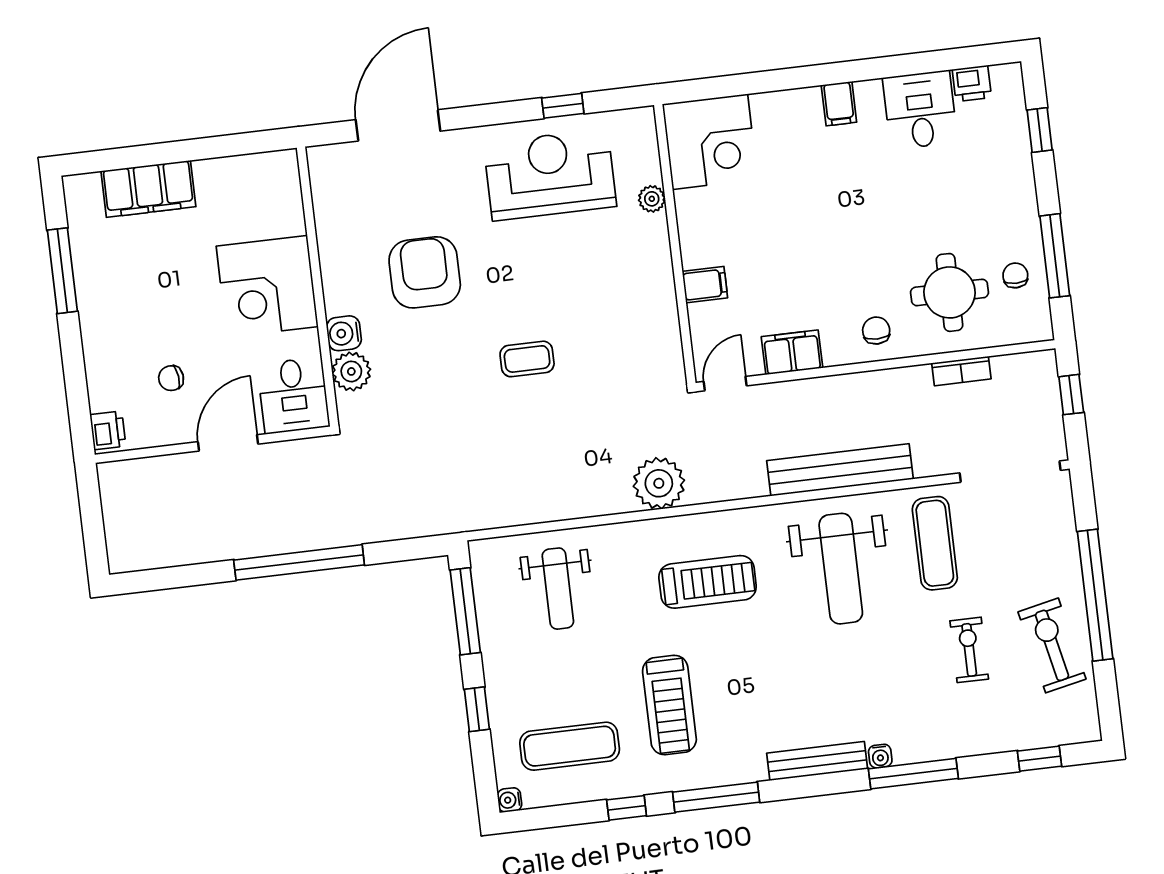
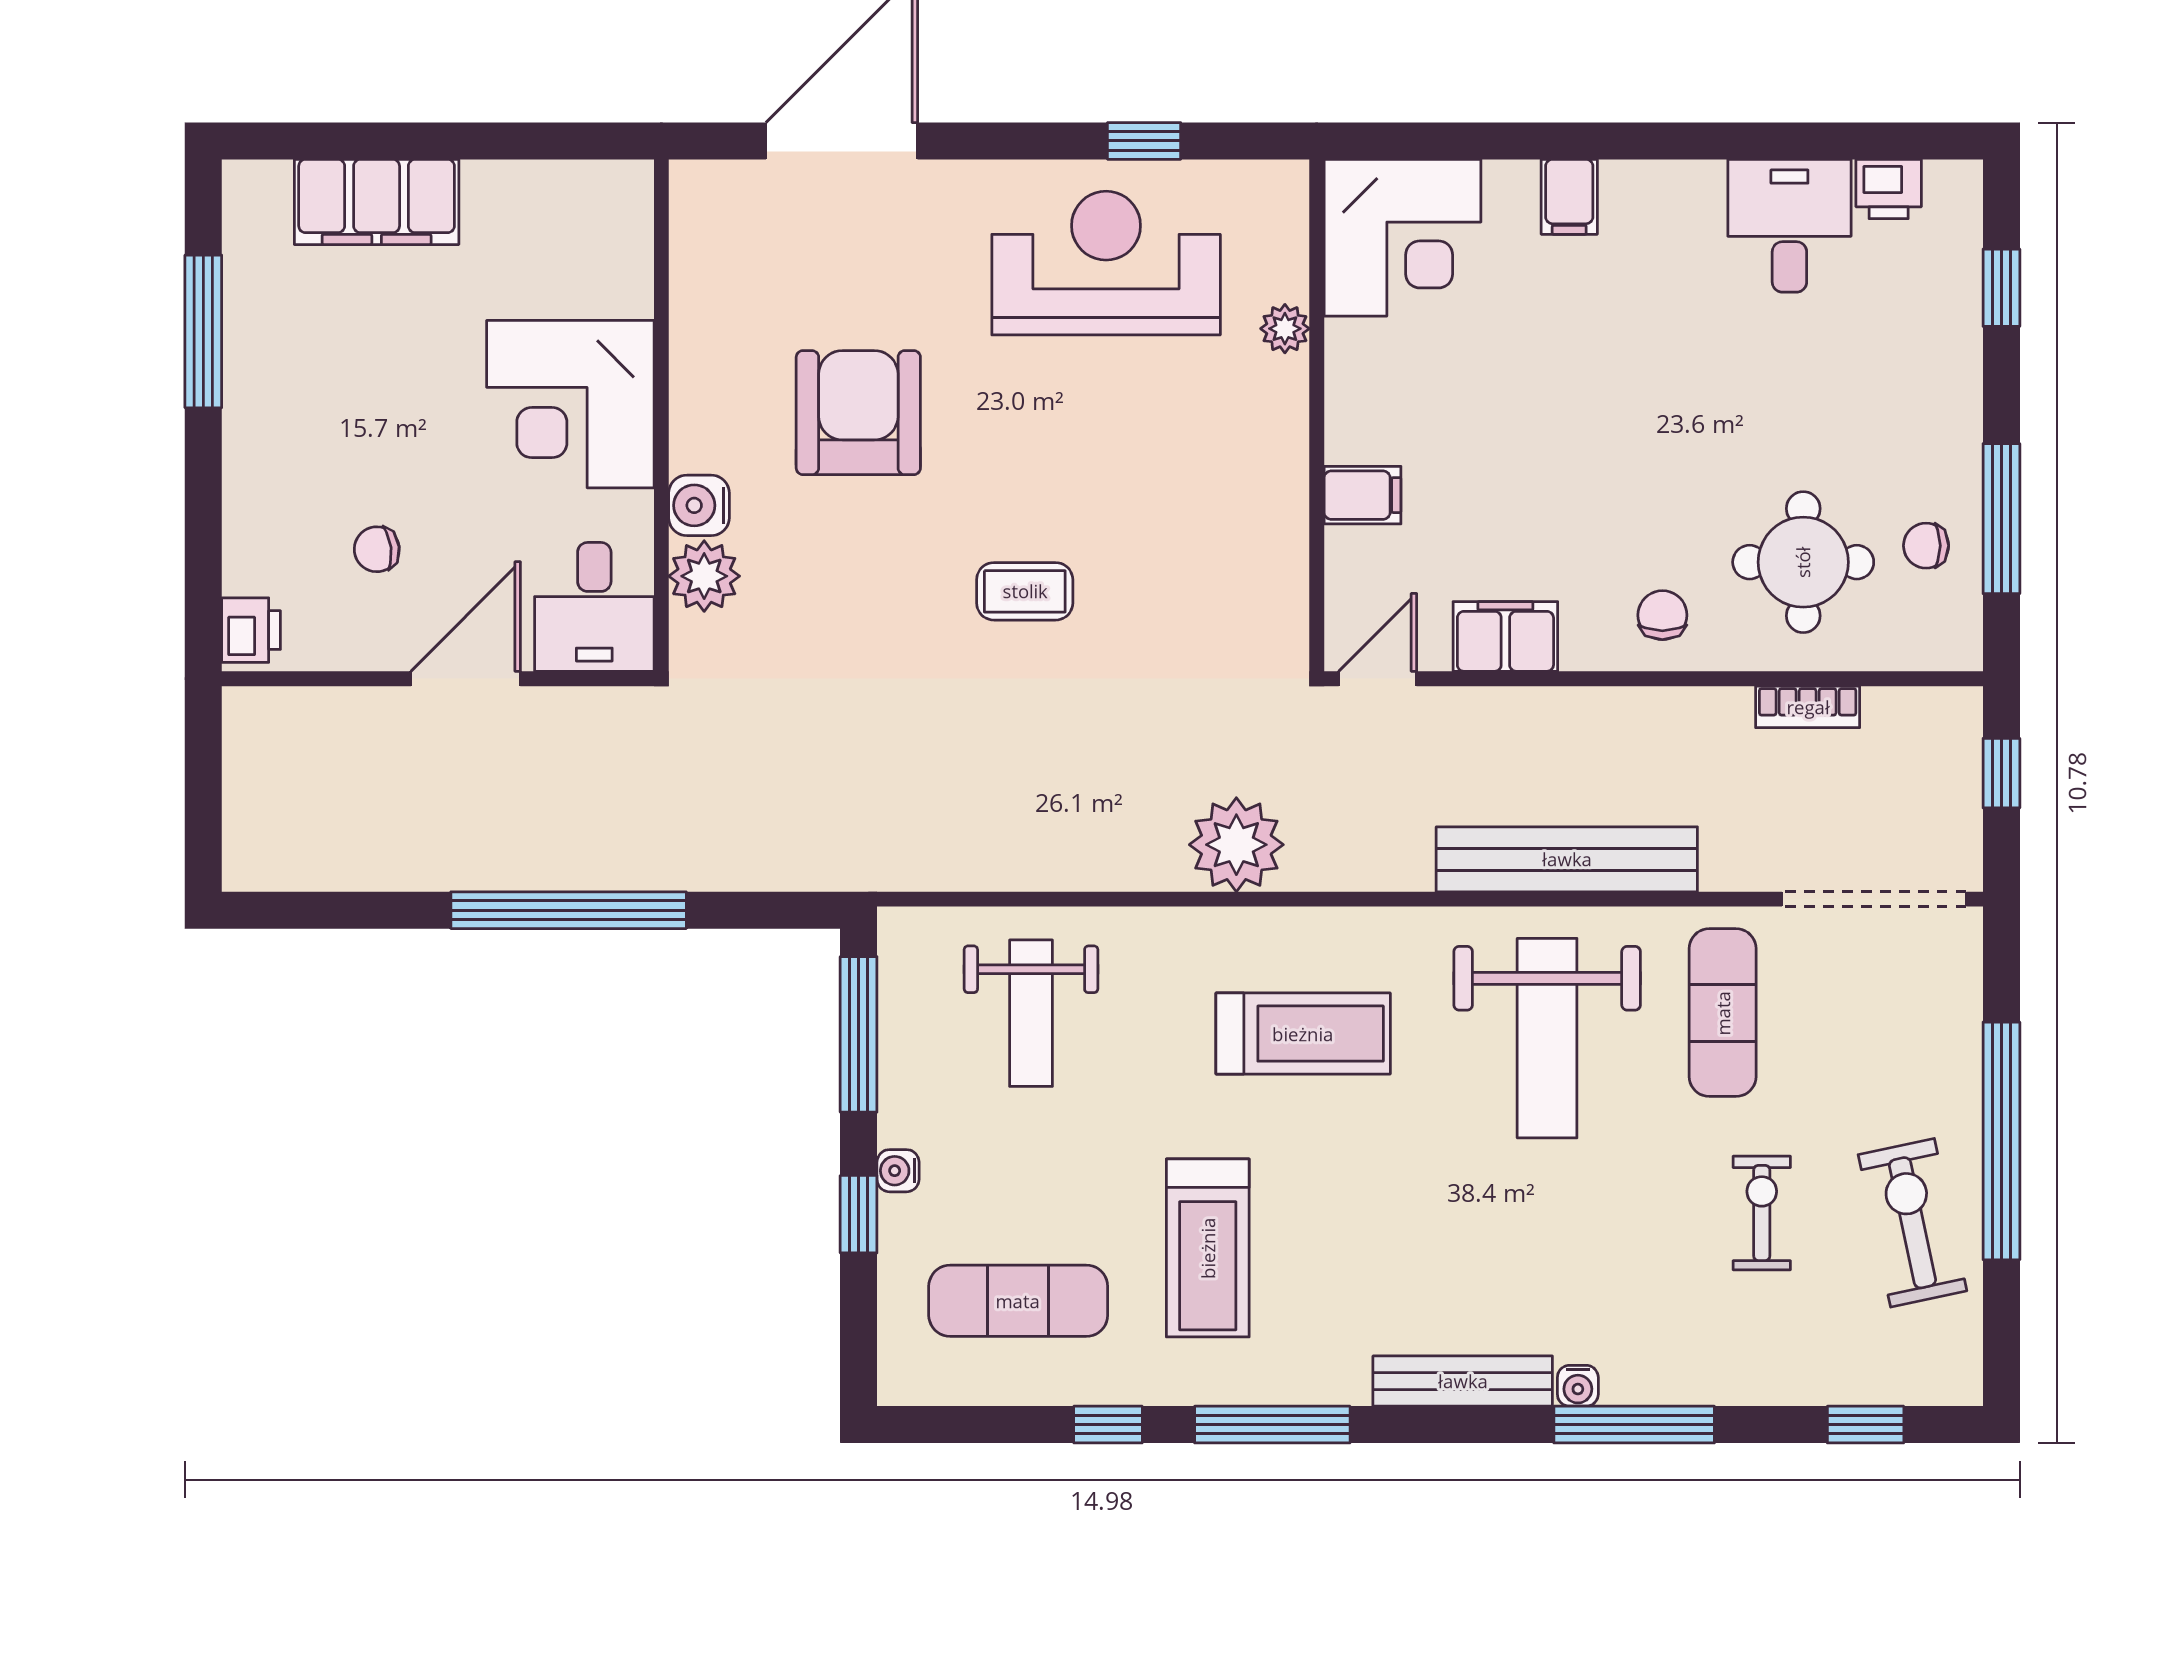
filing cabinet: (839, 104) -> (1569, 197), moved
chair: (1015, 275) -> (1926, 546), turned -90
water cooler: (510, 800) -> (898, 1171), moved

